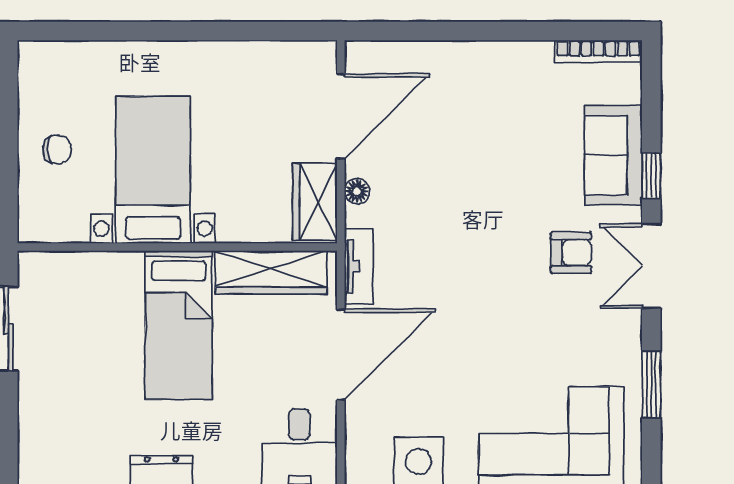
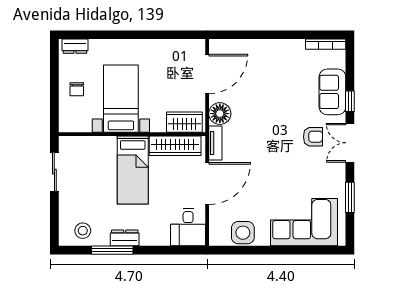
dresser: (53, 56) -> (75, 46), added
chair: (57, 150) -> (77, 89), turned 90
floor lamp: (357, 191) -> (220, 114), width x1.89, depth x1.89
wardrobe: (315, 202) -> (184, 122), moved, turned 90
stool: (70, 457) -> (83, 231), added

